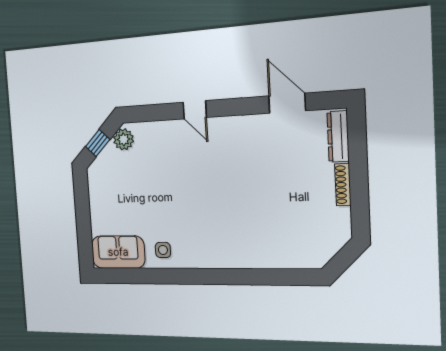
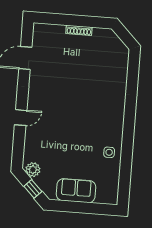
dresser: (338, 137) -> (50, 30), removed
sofa: (118, 252) -> (76, 191), moved, turned 90

